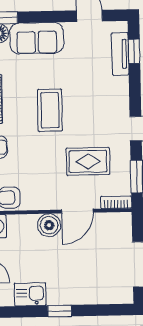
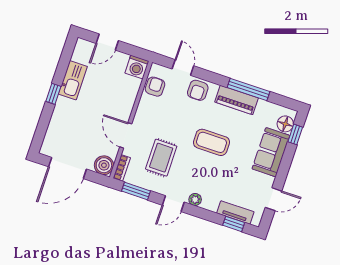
plant: (122, 105) -> (195, 199), added
boiler: (49, 225) -> (104, 165), moved
kitchen sink: (30, 294) -> (73, 80), width x1.38

